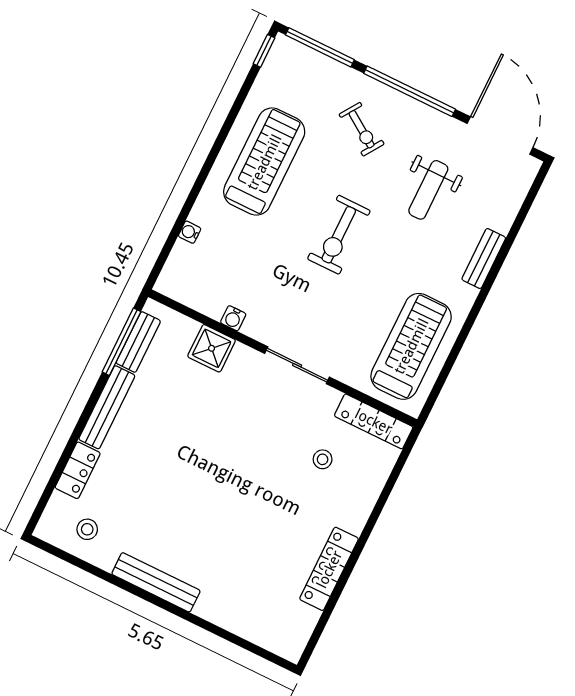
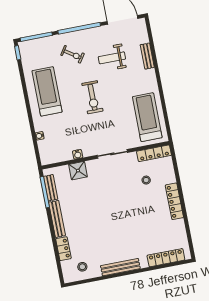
weight bench: (428, 190) -> (112, 58), turned 90
bench: (484, 259) -> (147, 56), moved
locker: (329, 569) -> (174, 201), moved
locker: (252, 628) -> (166, 258), added

